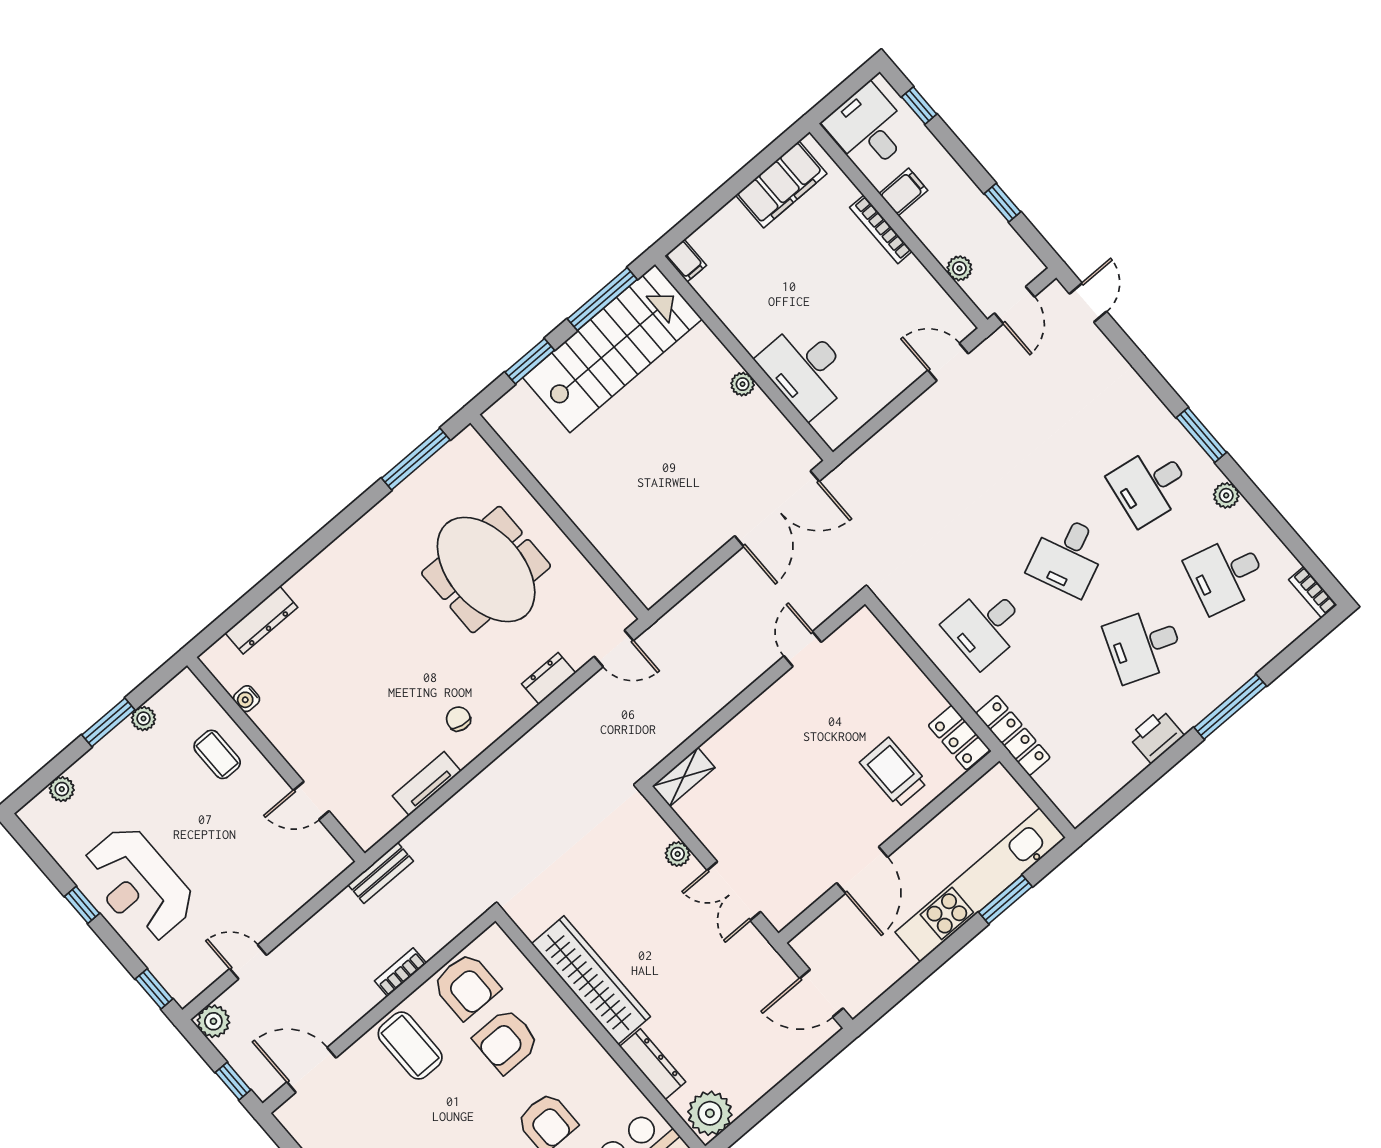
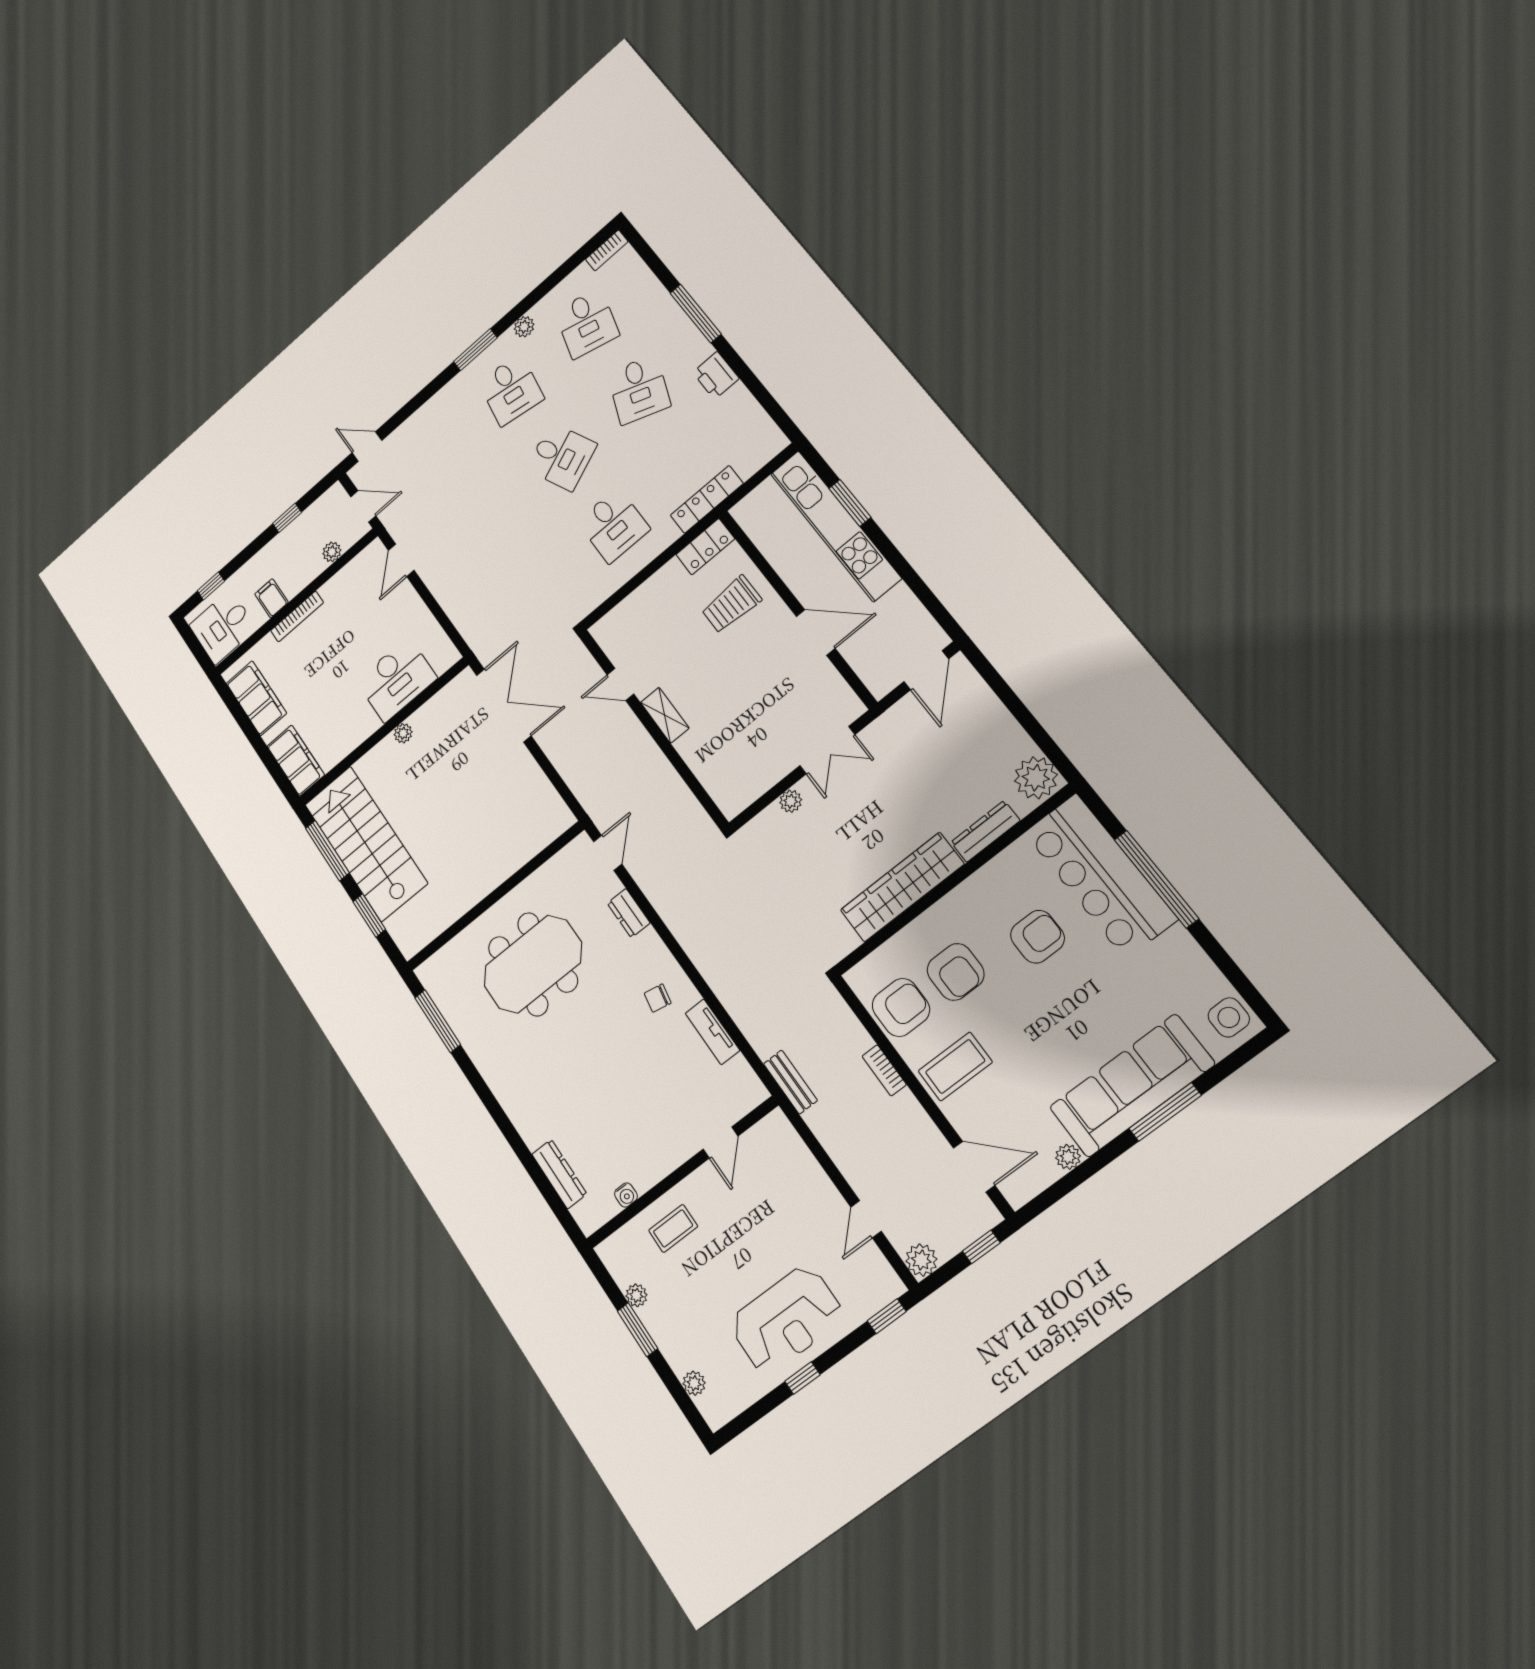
filing cabinet: (686, 261) -> (296, 761), width x3.00, depth x1.17
shelving: (684, 777) -> (665, 715), moved
door: (312, 1070) -> (974, 1167), swing flipped

